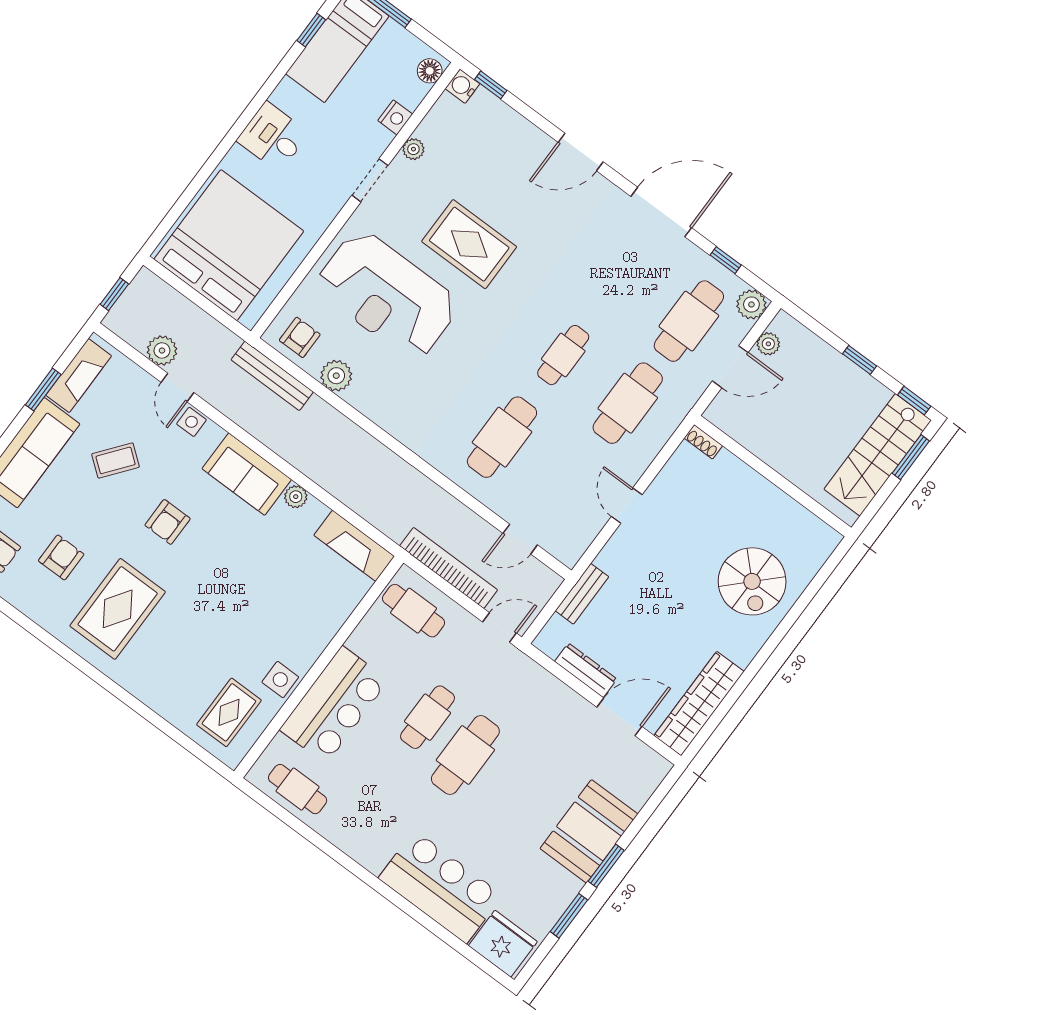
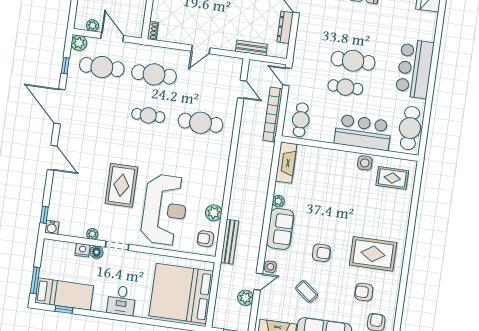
floor lamp: (430, 71) -> (97, 252), moved
cafe table: (298, 789) -> (410, 128), width x1.37, depth x1.35
bar counter: (440, 887) -> (415, 69), moved

